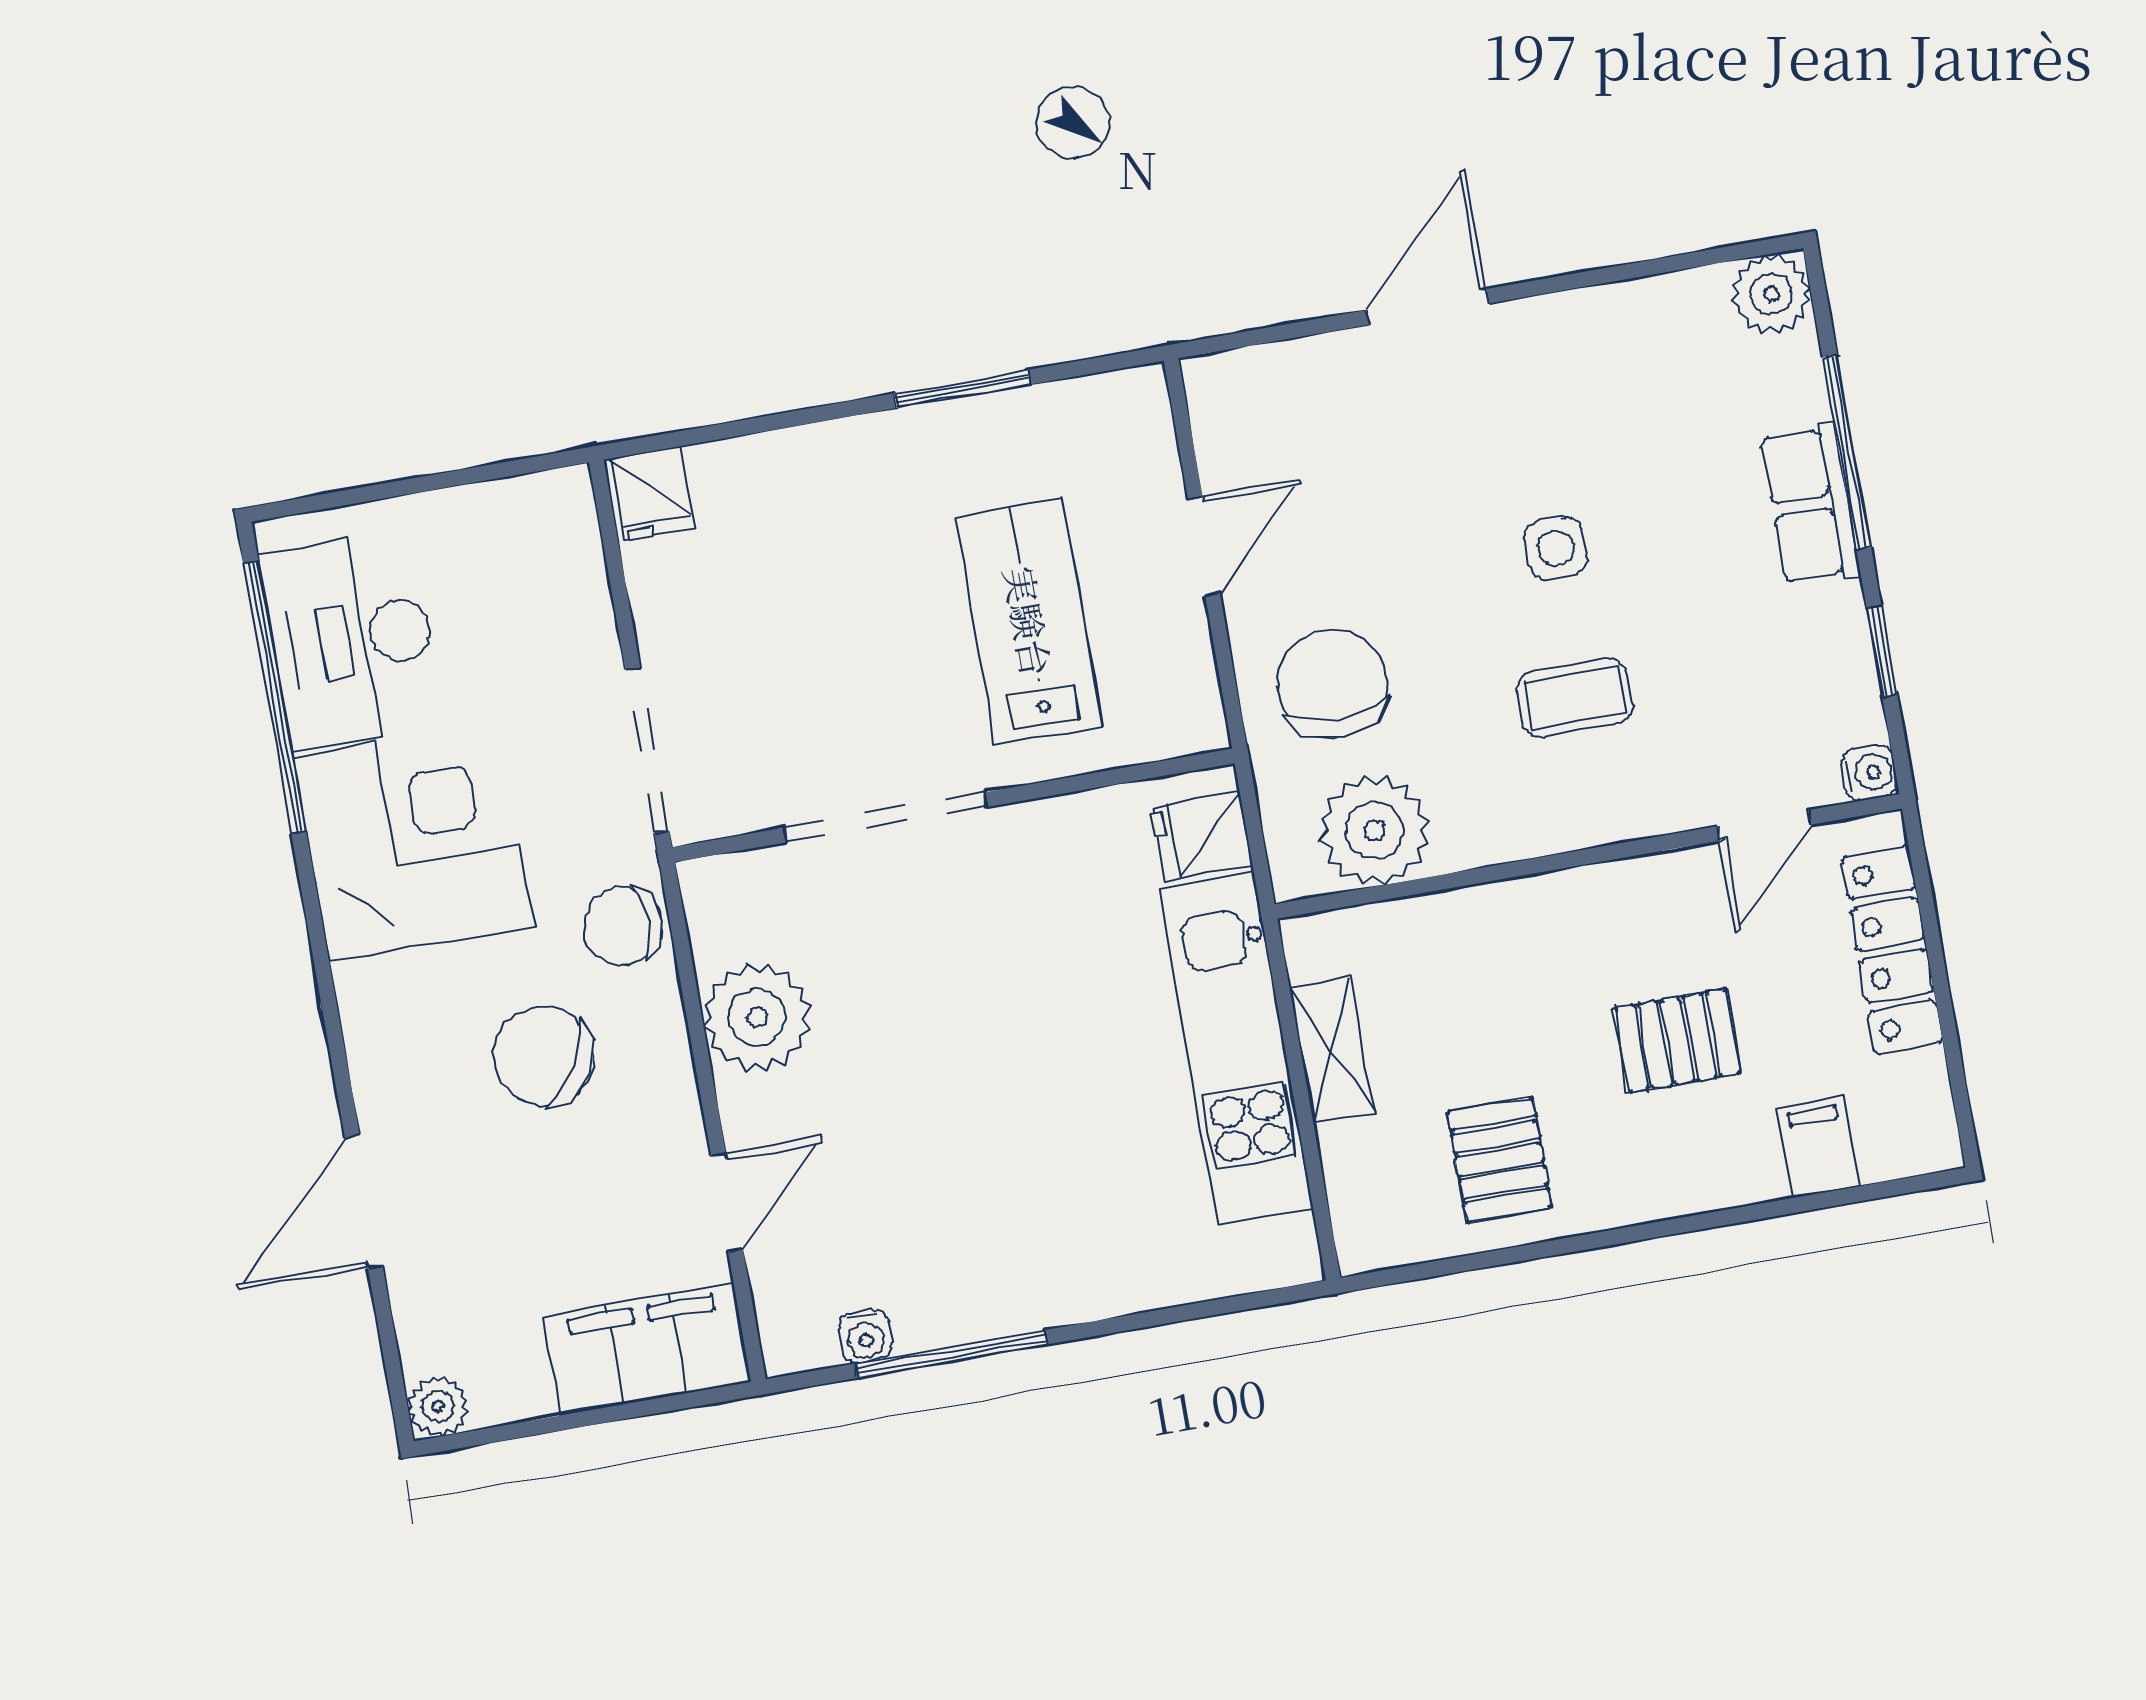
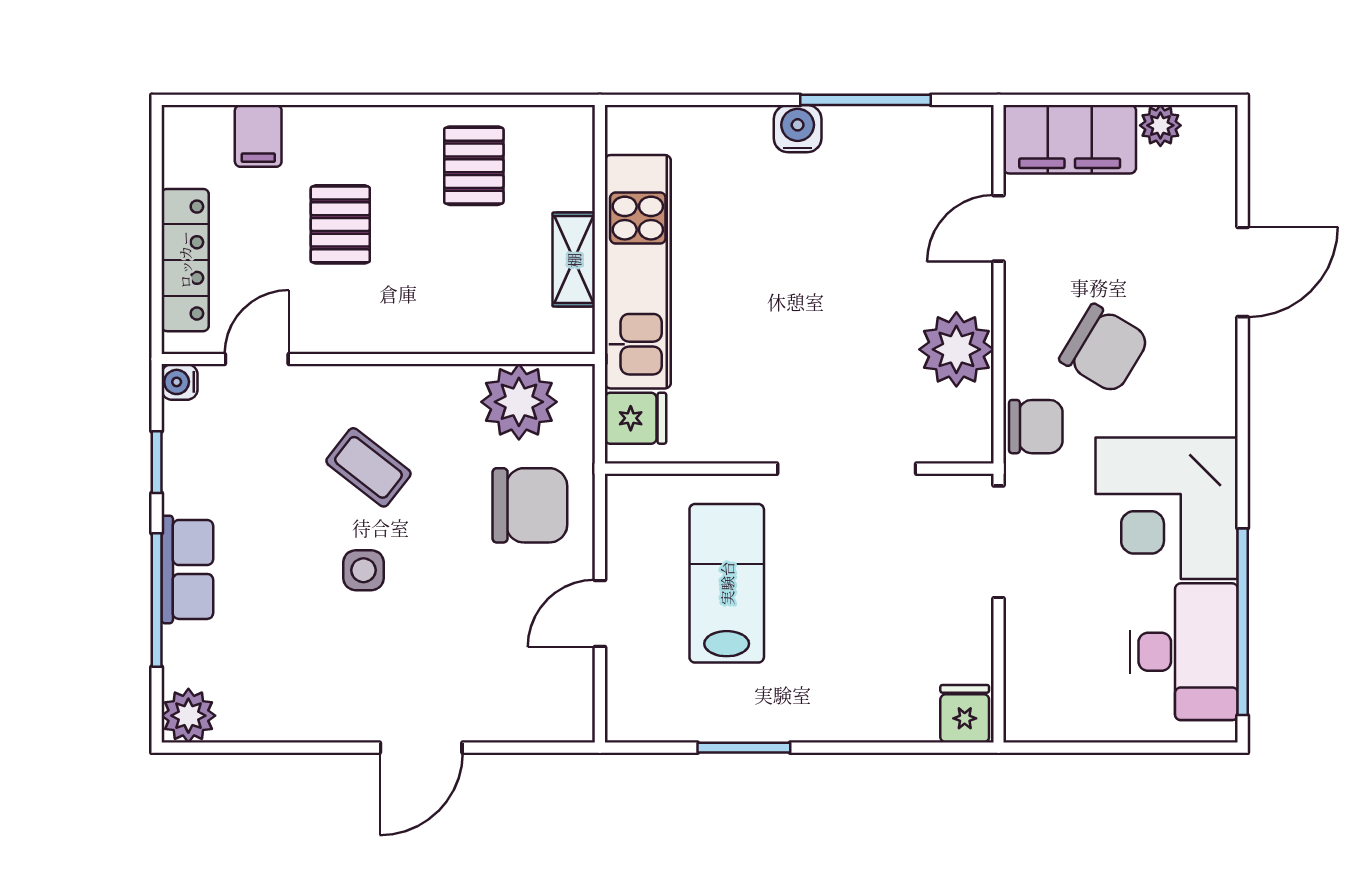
lab bench: (1029, 621) -> (727, 583), turned 180
chair: (1332, 684) -> (530, 505), turned -90
coffee table: (1575, 698) -> (368, 467), turned 38
pallet: (1677, 1041) -> (340, 224), turned 90
water cooler: (865, 1336) -> (798, 129), moved, width x1.38, depth x1.38
plant: (438, 1406) -> (1160, 125), moved

